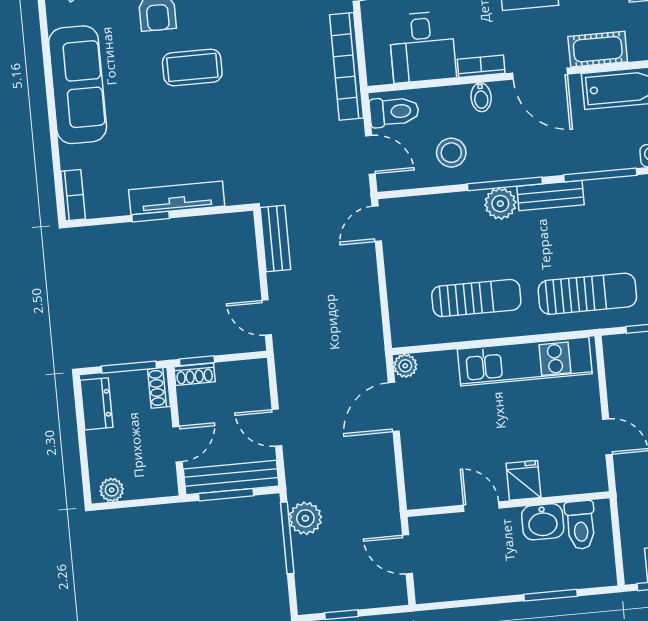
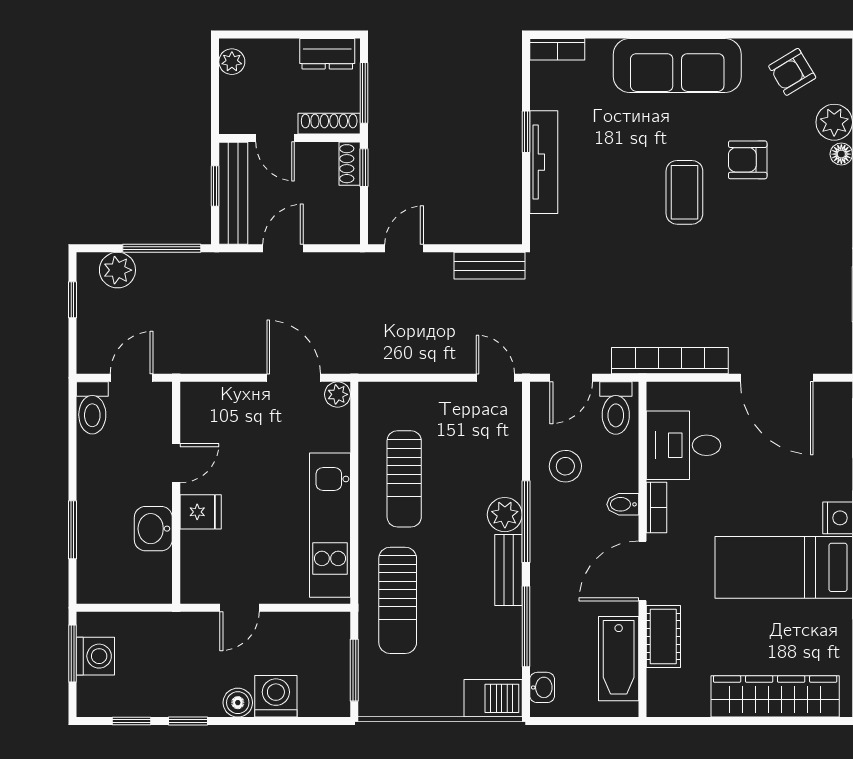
shoe rack: (159, 388) -> (329, 124), width x1.43
window: (226, 495) -> (215, 186), width x0.67
plant: (305, 518) -> (117, 270), moved
toilet: (581, 525) -> (92, 408), moved, turned -90

